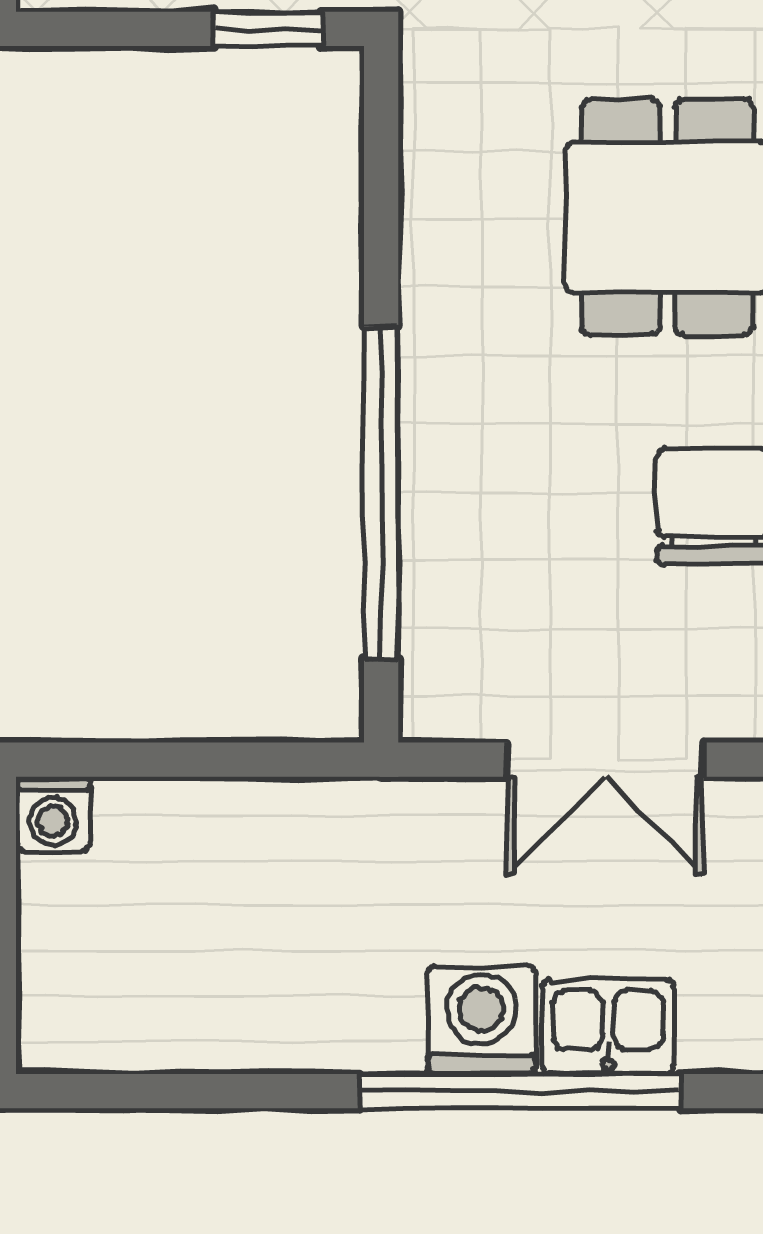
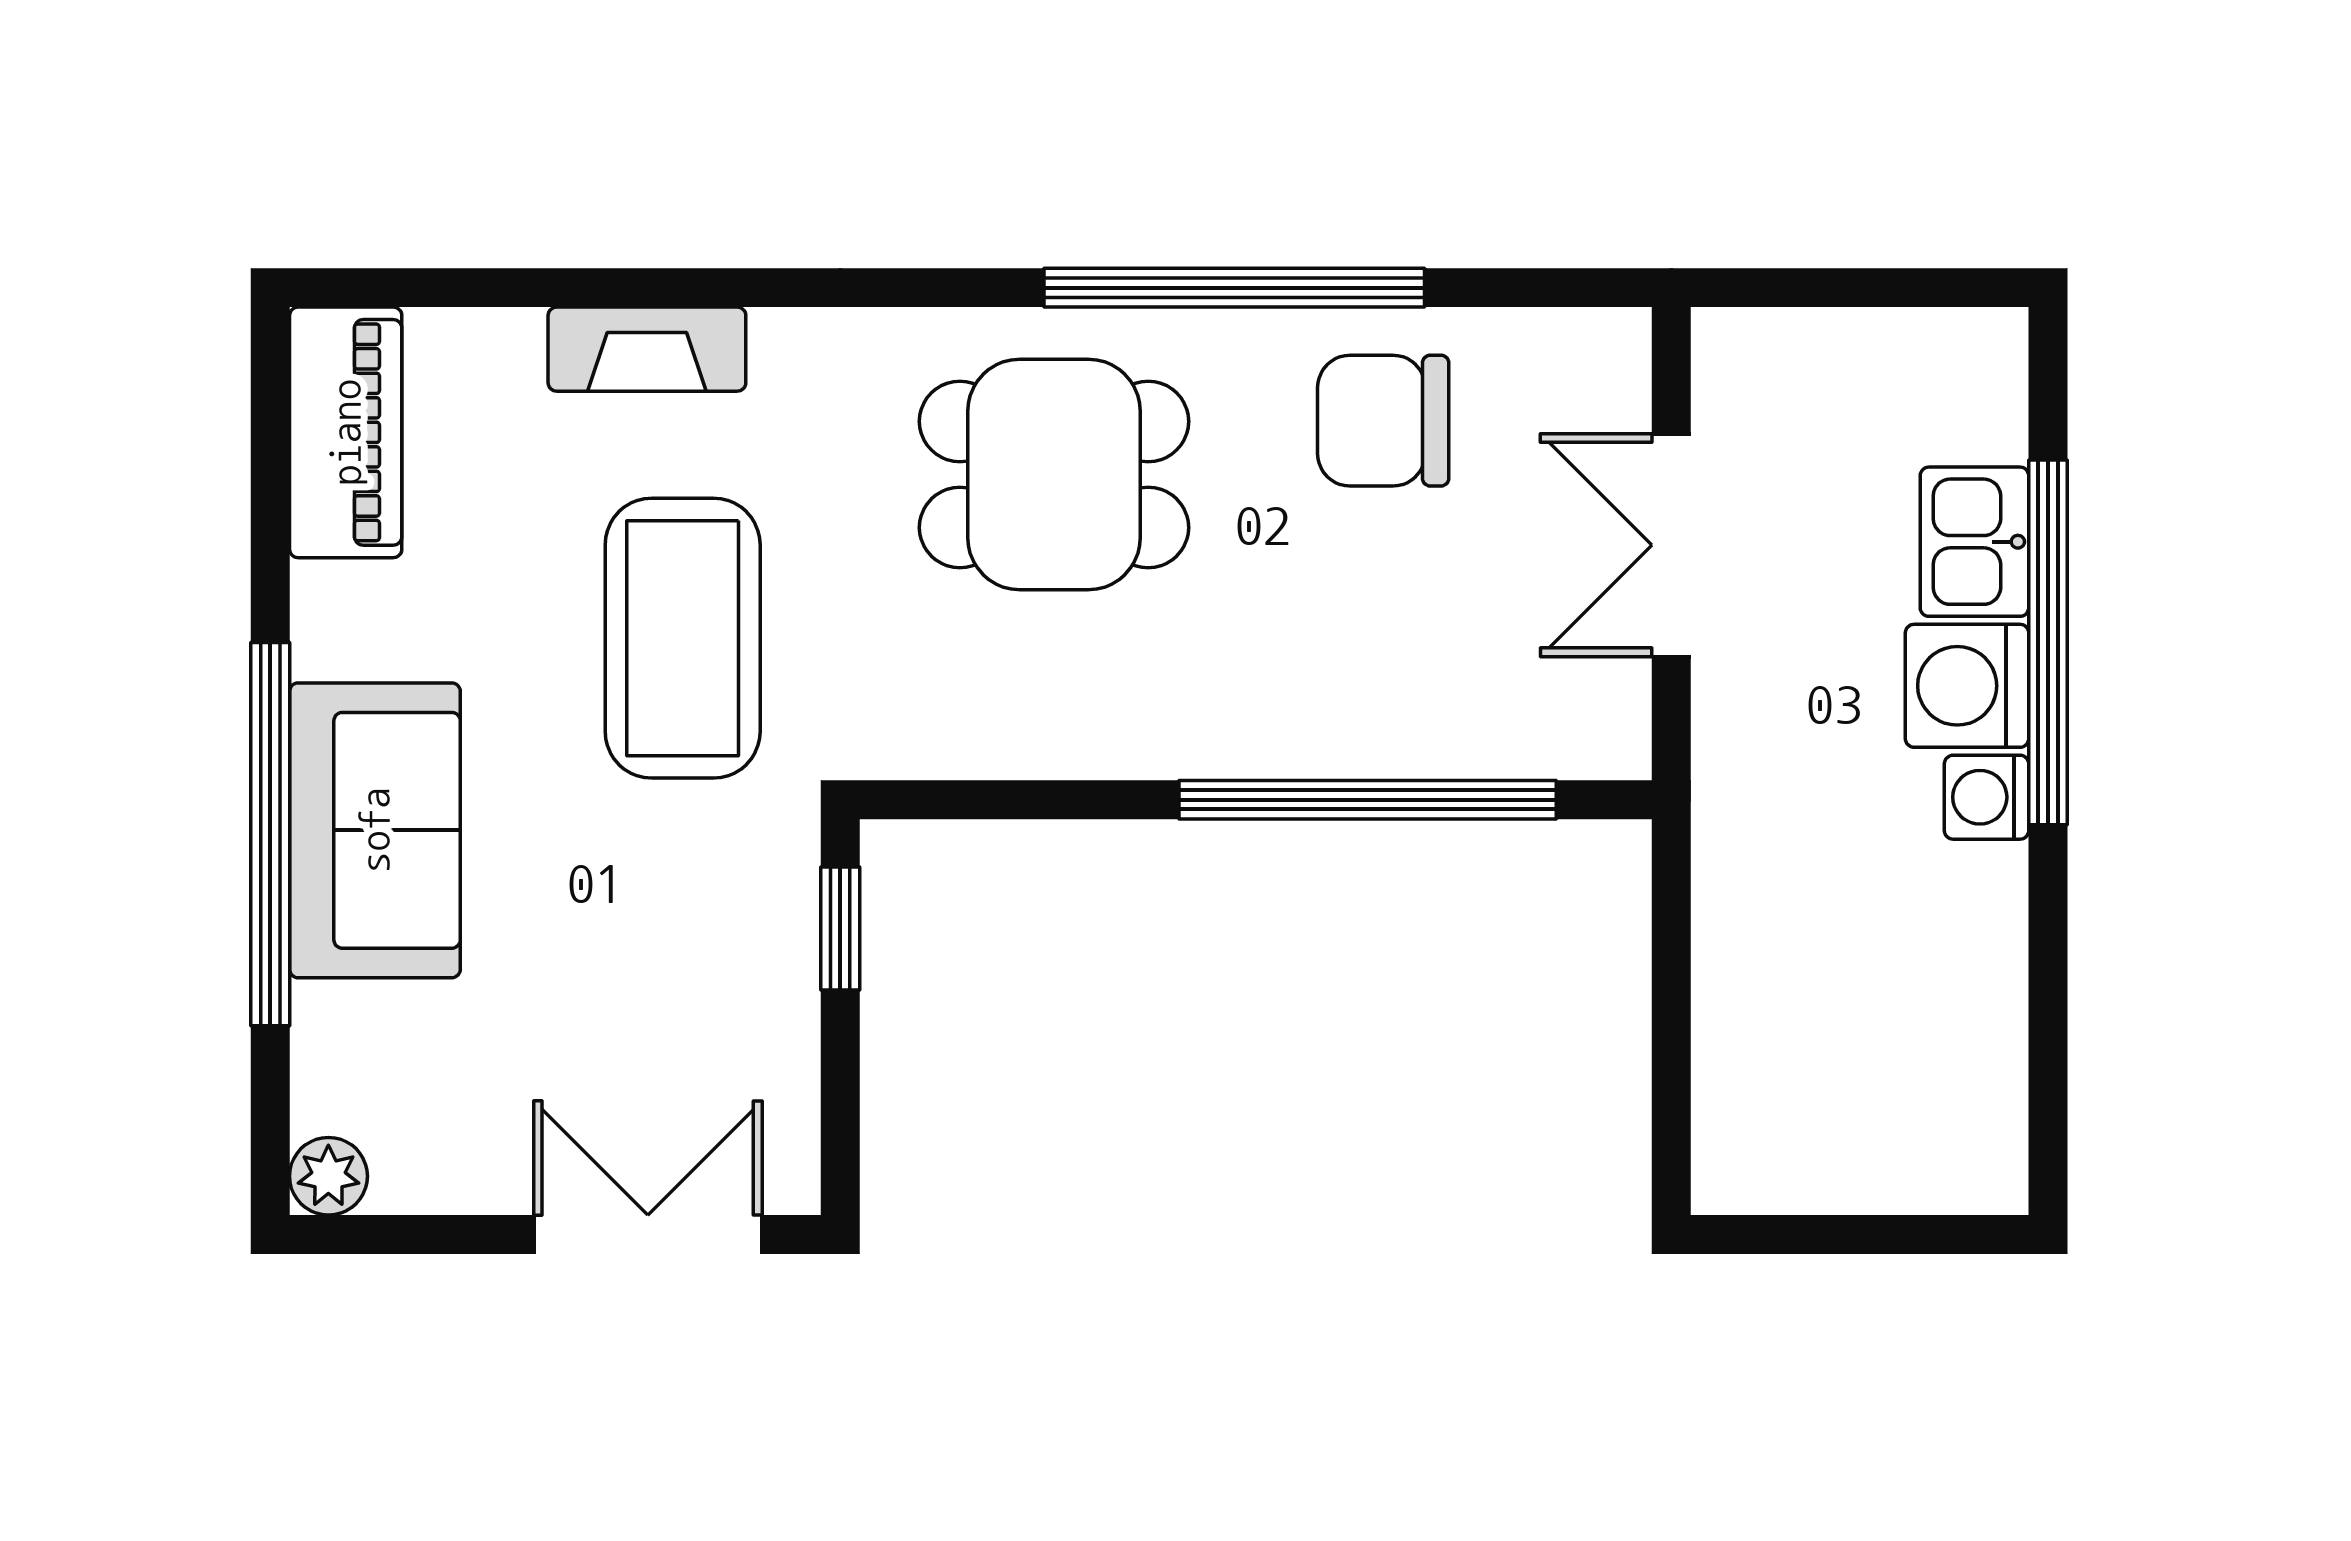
double door: (605, 760) -> (1671, 545), swing flipped
washing machine: (53, 814) -> (1987, 797), moved, turned 180

